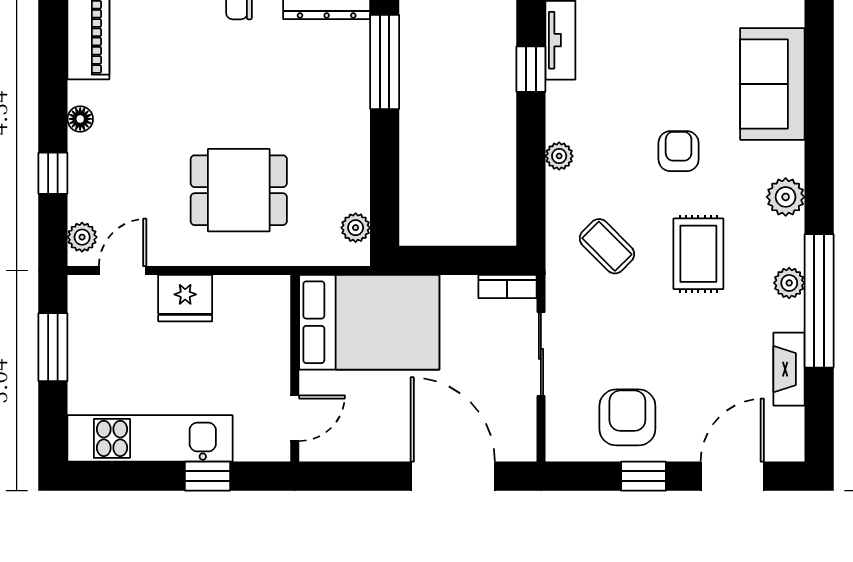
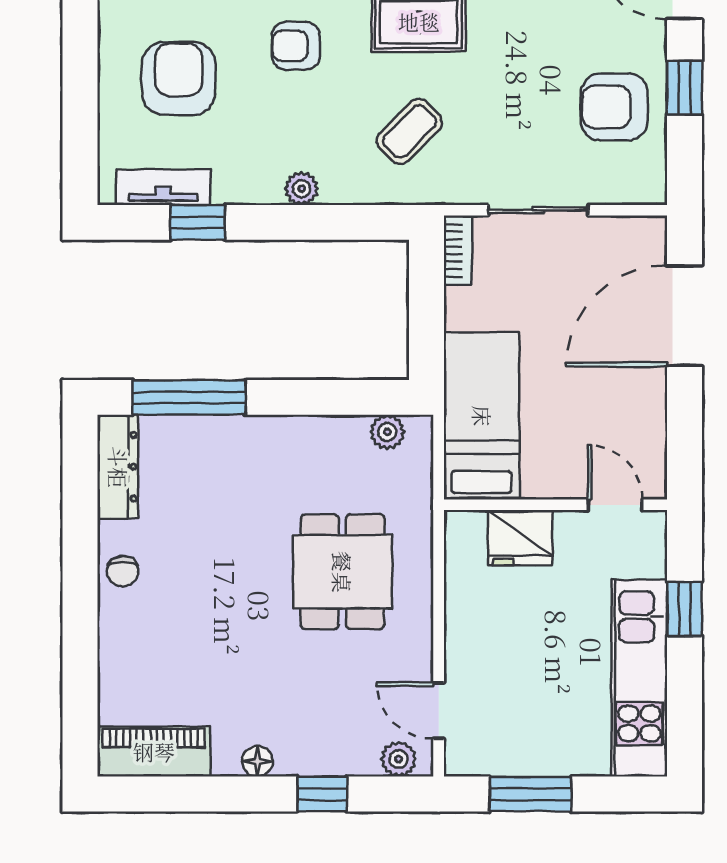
armchair: (651, 53) -> (179, 79), added
fridge: (185, 298) -> (520, 538), moved, turned 90
bed: (369, 322) -> (482, 416), width x0.67

